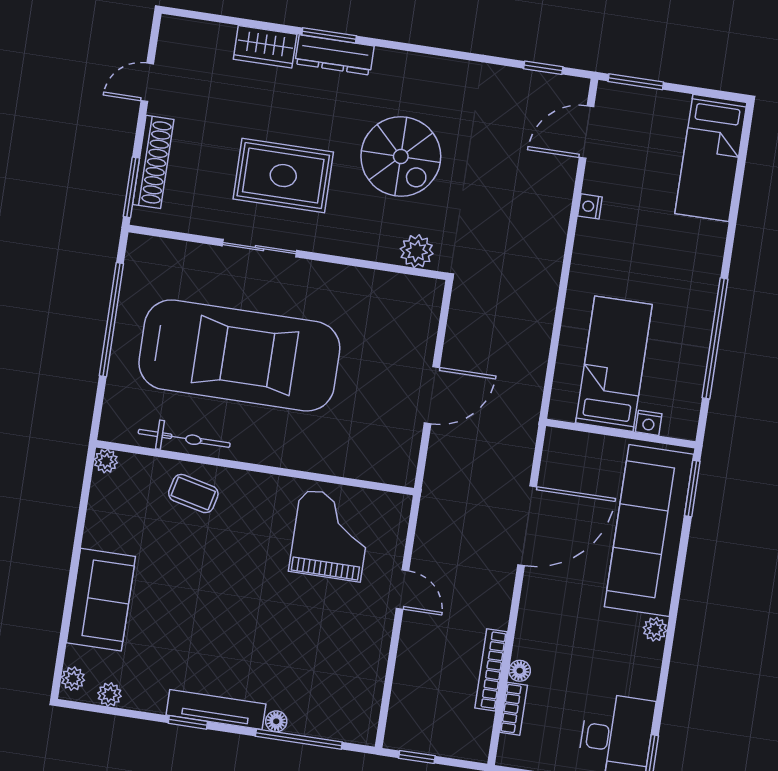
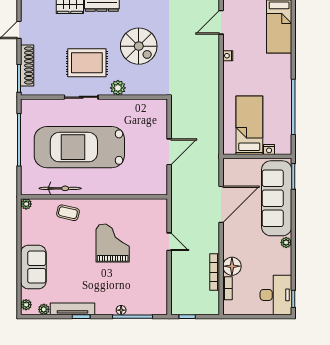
plant: (417, 251) -> (118, 88), moved
car: (239, 355) -> (79, 147), turned 180
grand piano: (330, 535) -> (113, 243), moved
floor lamp: (520, 671) -> (232, 266), width x1.89, depth x1.89
tv unit: (216, 709) -> (73, 309), moved

